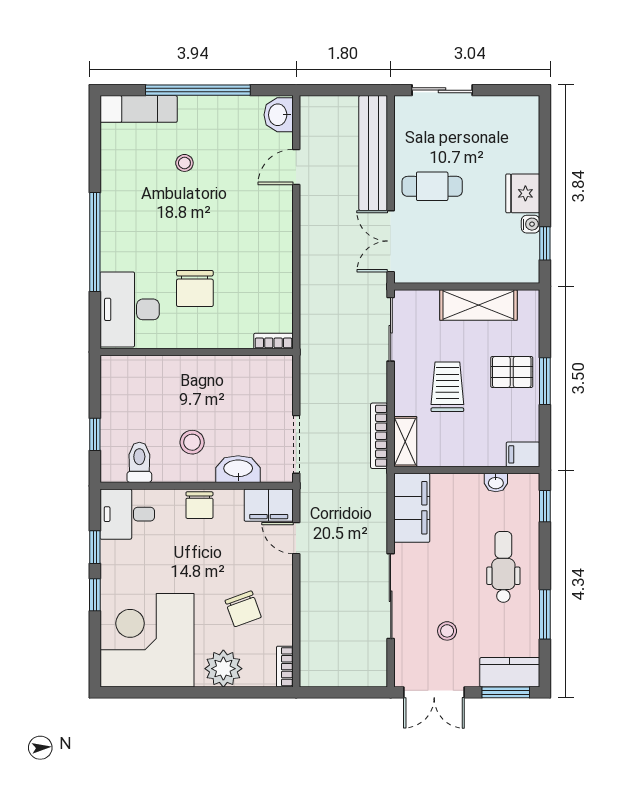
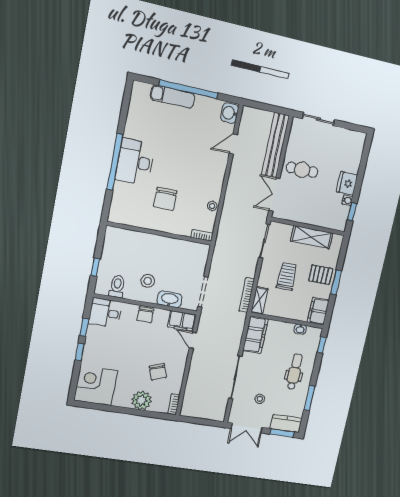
exam couch: (139, 109) -> (173, 97), moved
stool: (184, 163) -> (212, 206), moved
desk: (130, 309) -> (135, 162), moved
filing cabinet: (523, 454) -> (318, 311), width x2.00
corner desk: (147, 640) -> (96, 385), width x0.74, depth x0.74

